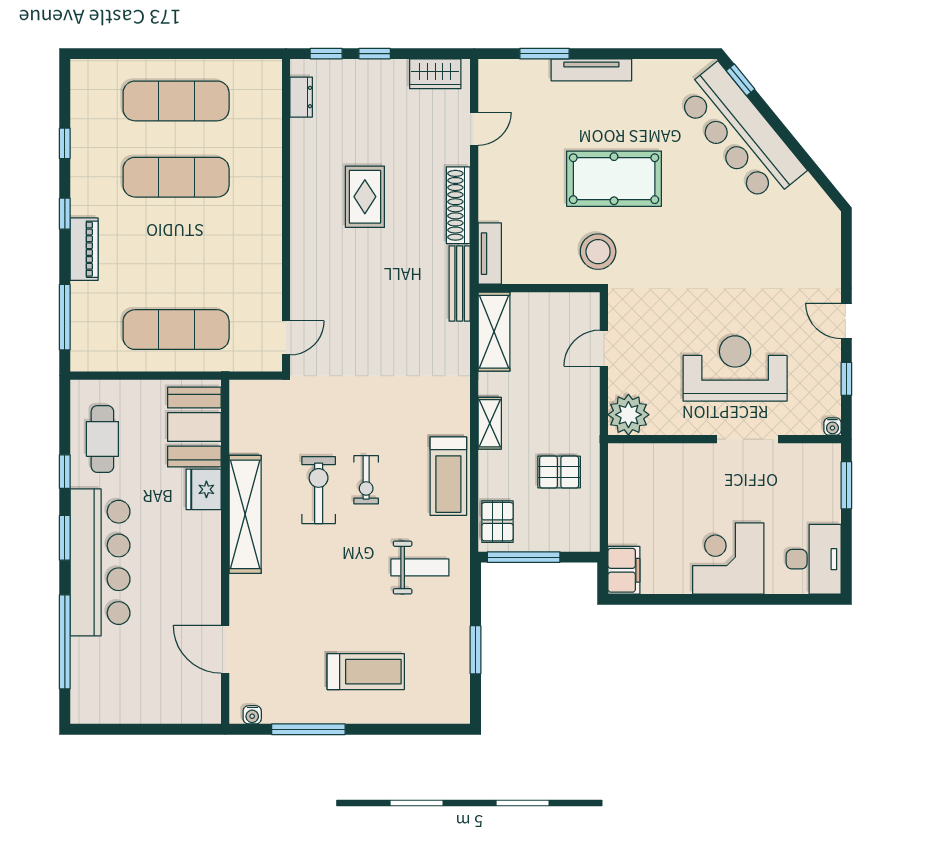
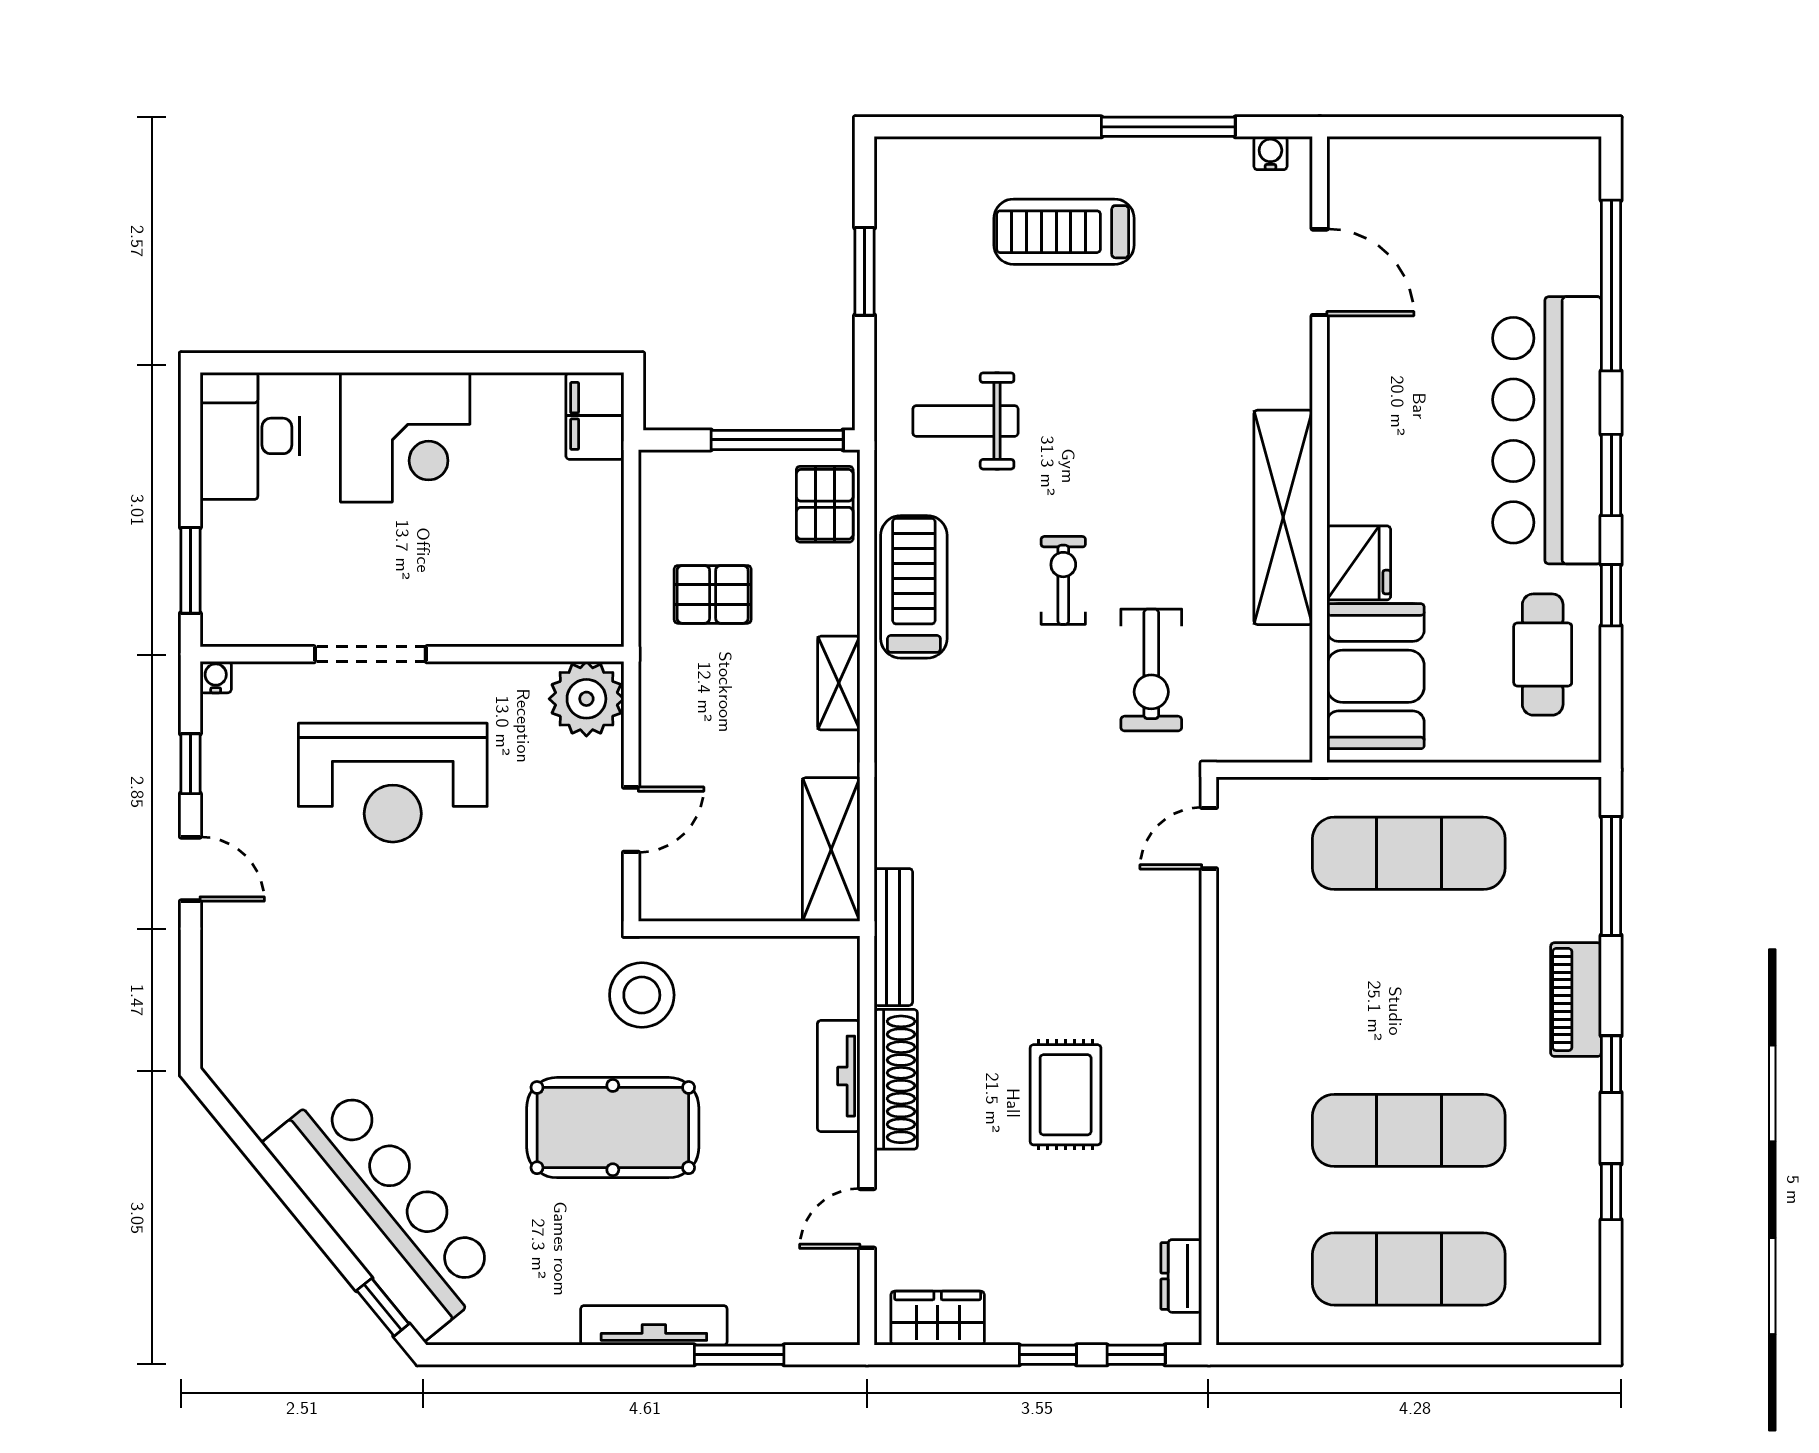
tv unit: (490, 254) -> (839, 1076), moved
exercise bike: (319, 490) -> (1151, 670), moved

